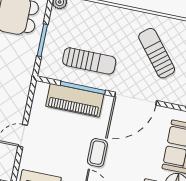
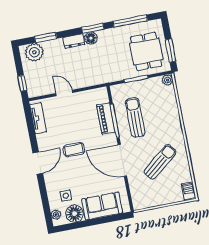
sun lounger: (89, 61) -> (135, 117), turned 180
piano: (75, 100) -> (106, 118), width x0.73, depth x0.75

